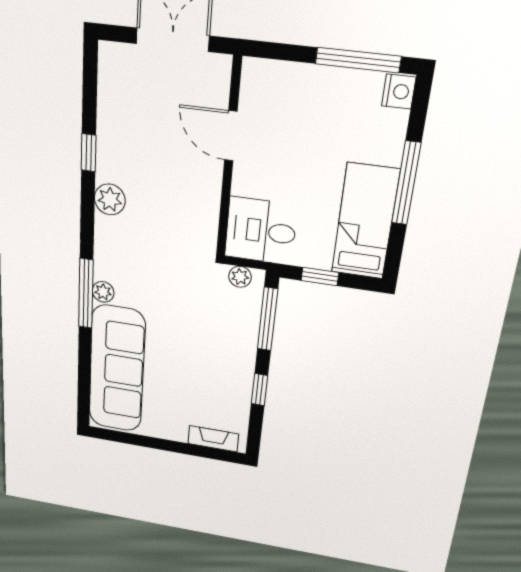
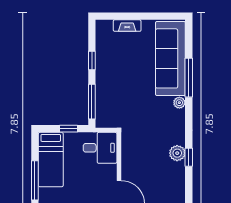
window: (89, 153) -> (189, 157), moved
plant: (240, 277) -> (108, 122), removed
window: (86, 294) -> (189, 78), moved
fireplace: (213, 439) -> (127, 26), moved

